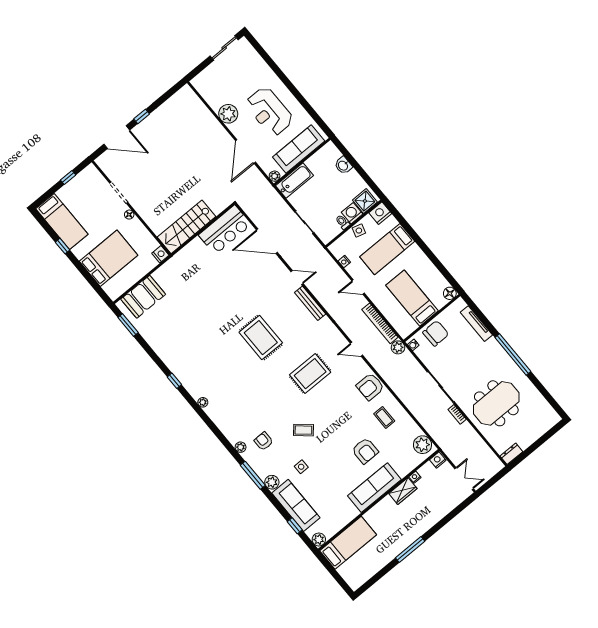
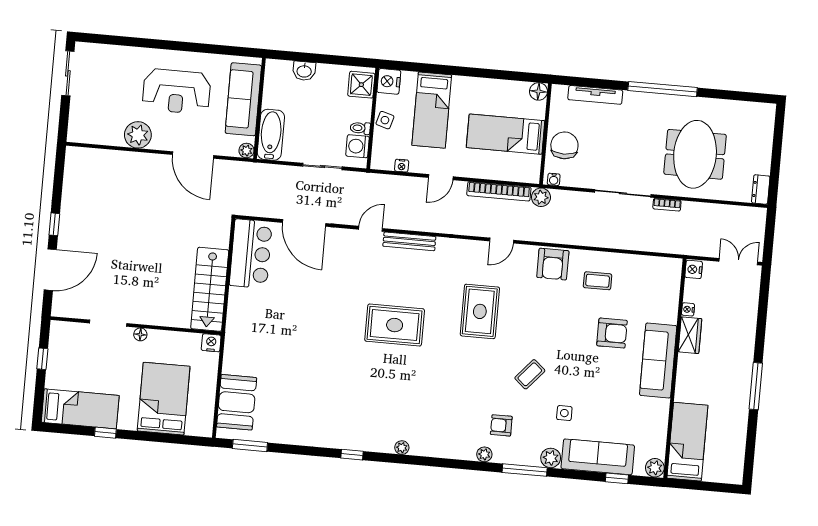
washing machine: (352, 213) -> (358, 146), moved
door: (267, 241) -> (304, 223), hinge flipped
plant: (423, 445) -> (663, 270), removed

